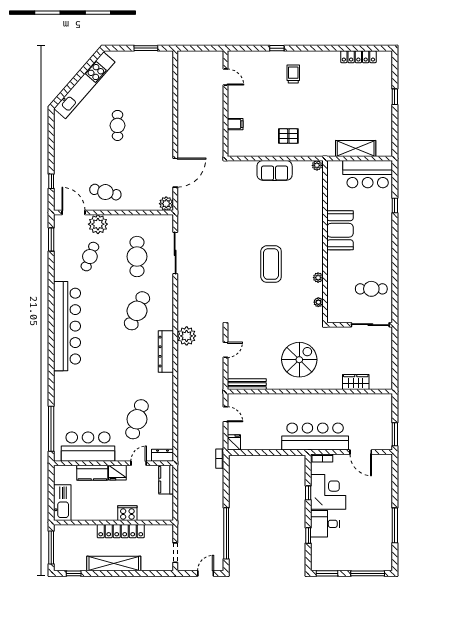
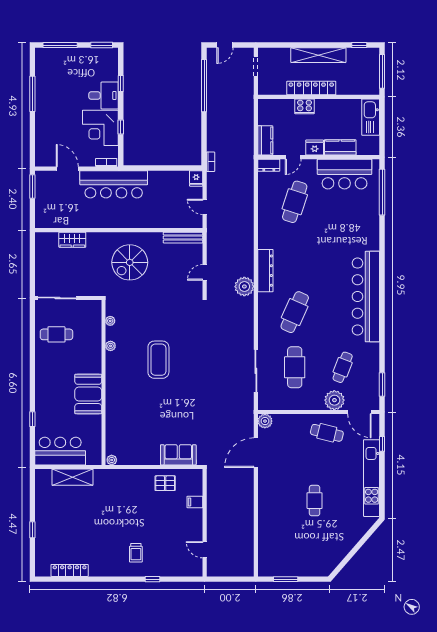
kitchen unit: (84, 85) -> (372, 478), moved, turned -41
pallet: (288, 136) -> (165, 483), moved
sofa: (275, 170) -> (178, 455), moved

